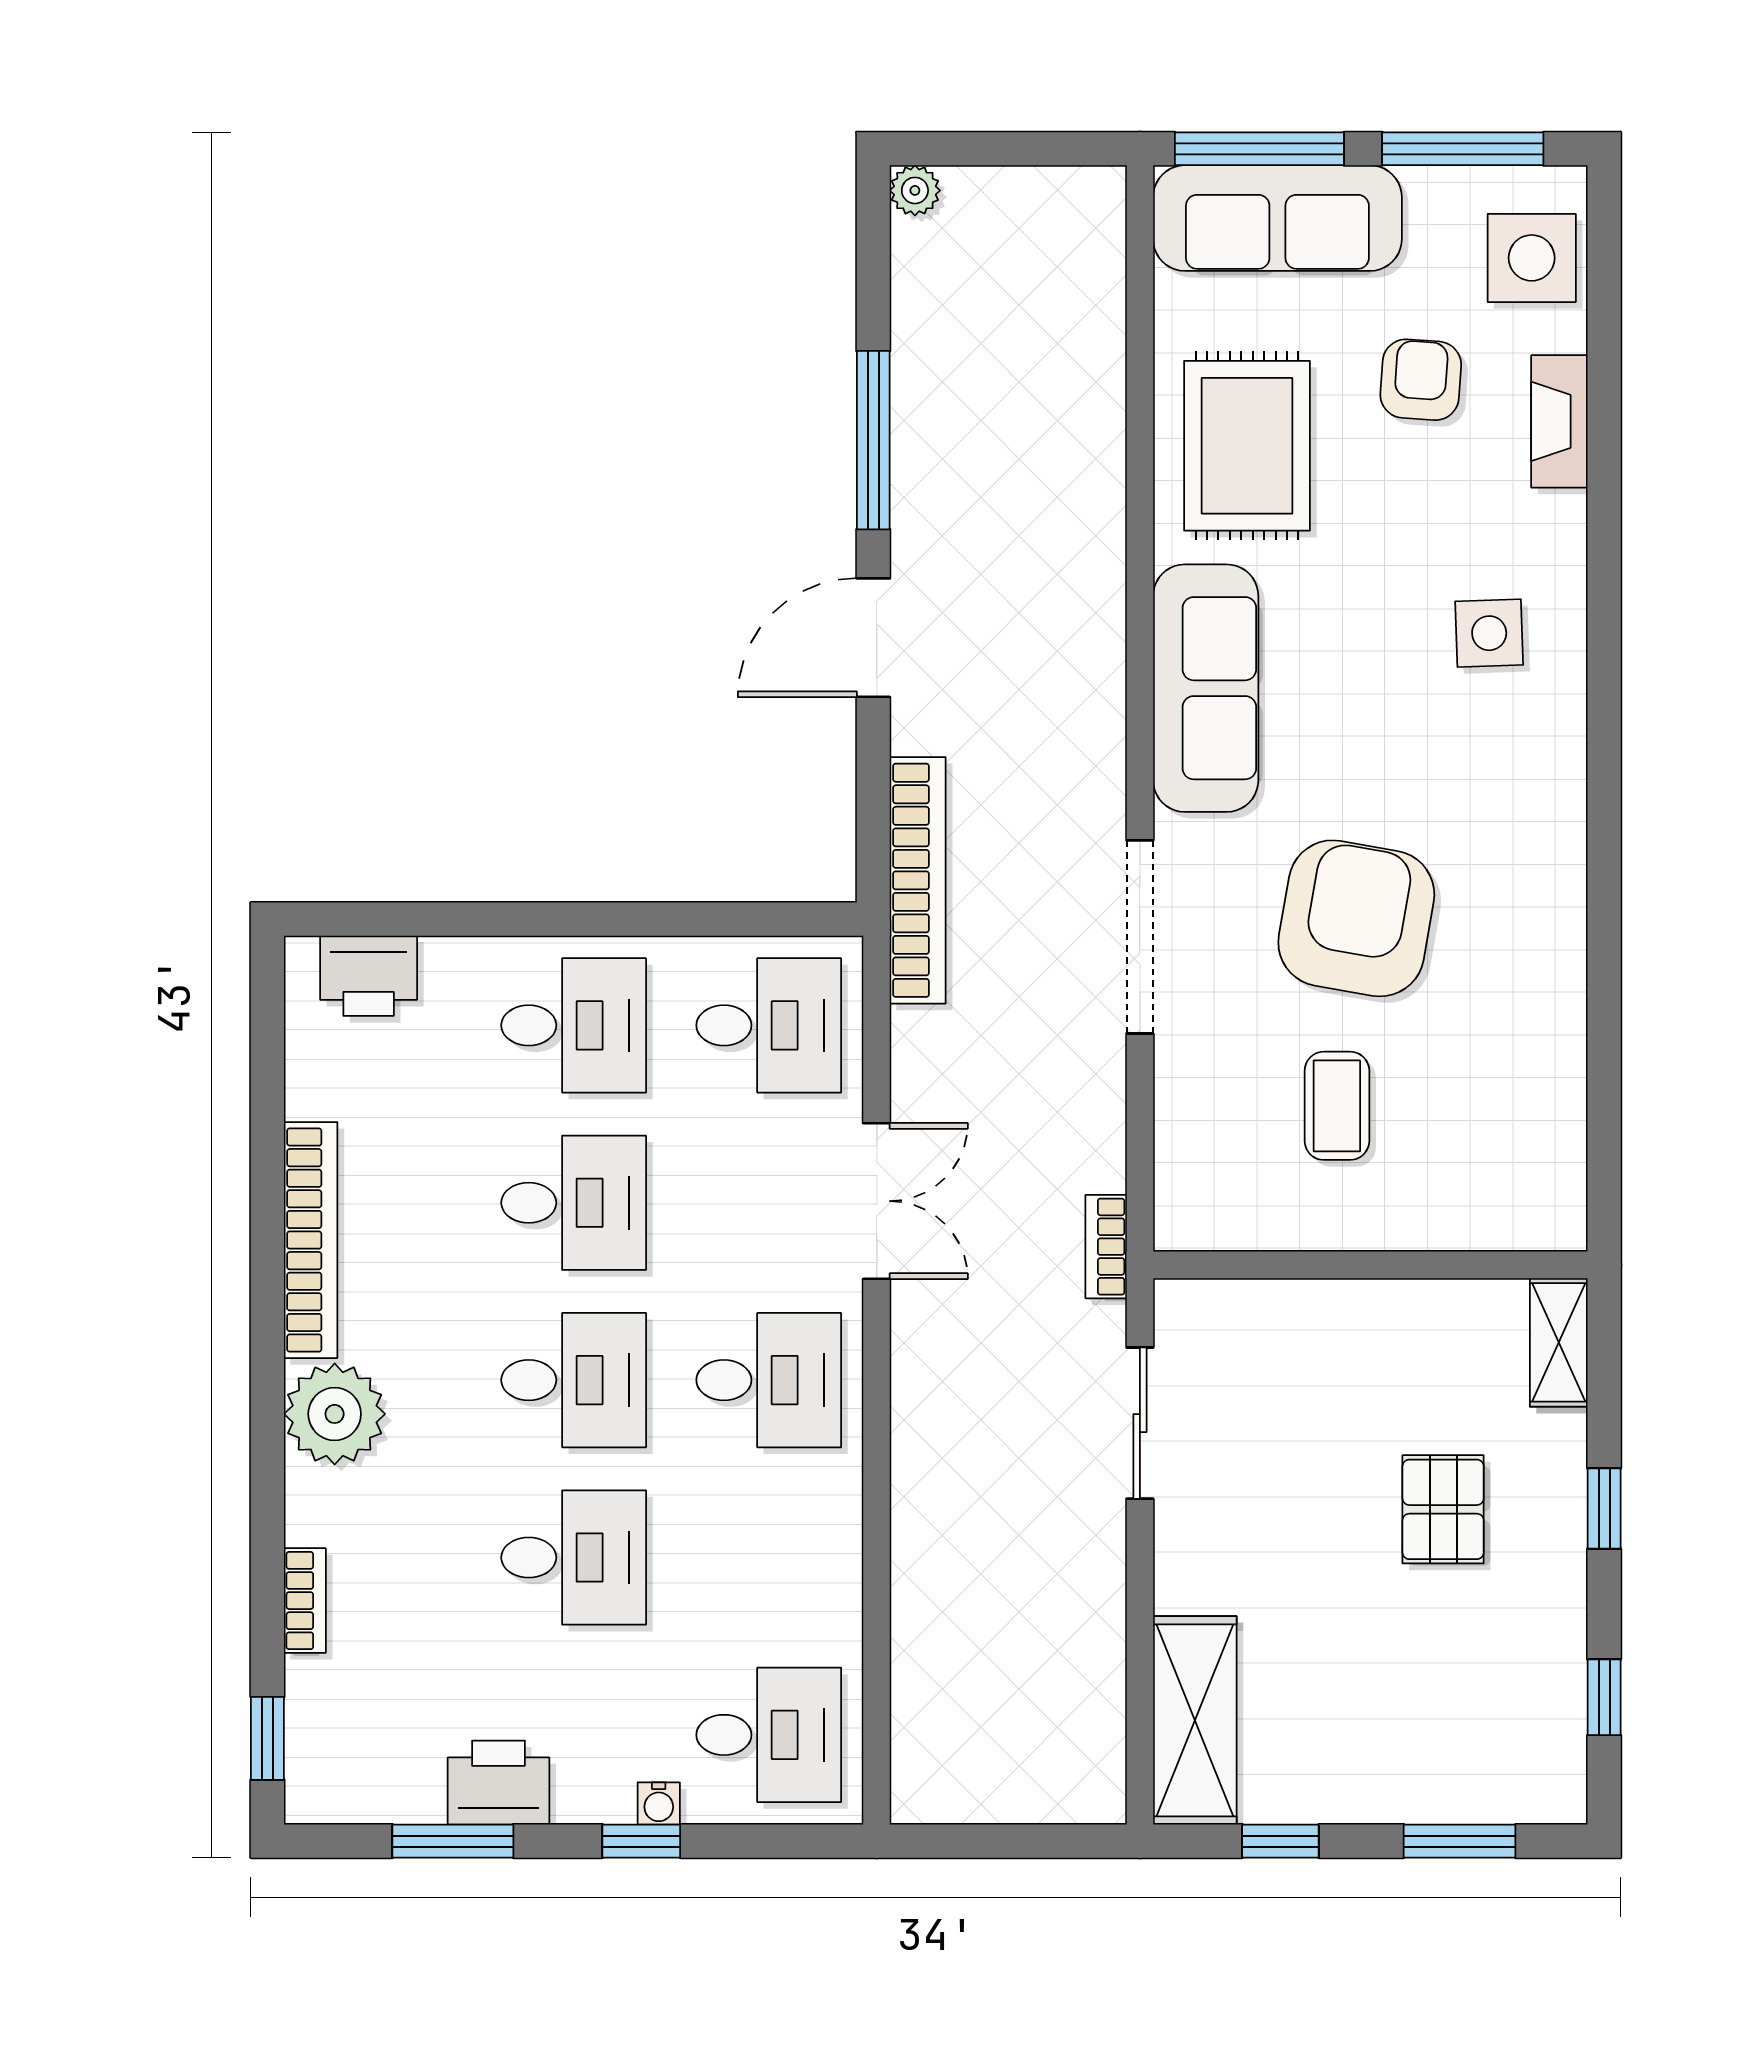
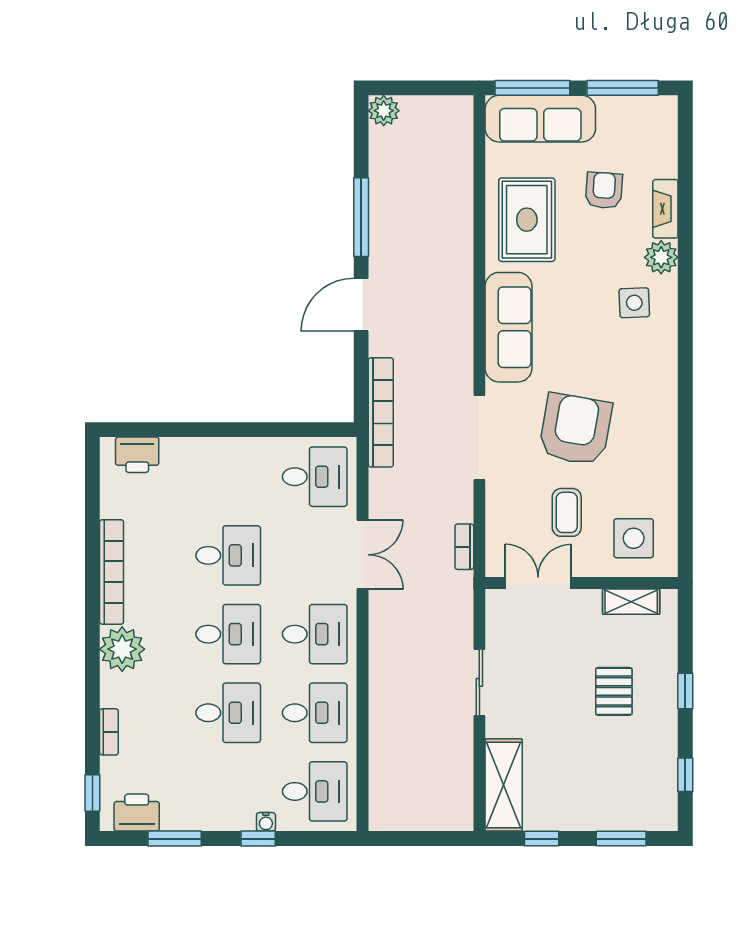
plant: (915, 190) -> (384, 111), width x1.38, depth x1.38
side table: (1532, 258) -> (634, 538), moved
plant: (1550, 531) -> (661, 257), added
desk: (574, 1025) -> (315, 713), moved
bookcase: (1106, 1247) -> (464, 547), moved
double door: (1272, 1265) -> (538, 583), added
shelving: (1559, 1342) -> (631, 602), moved, turned 90
sliding door: (1140, 1423) -> (479, 682), moved
printer: (498, 1783) -> (137, 813), moved

